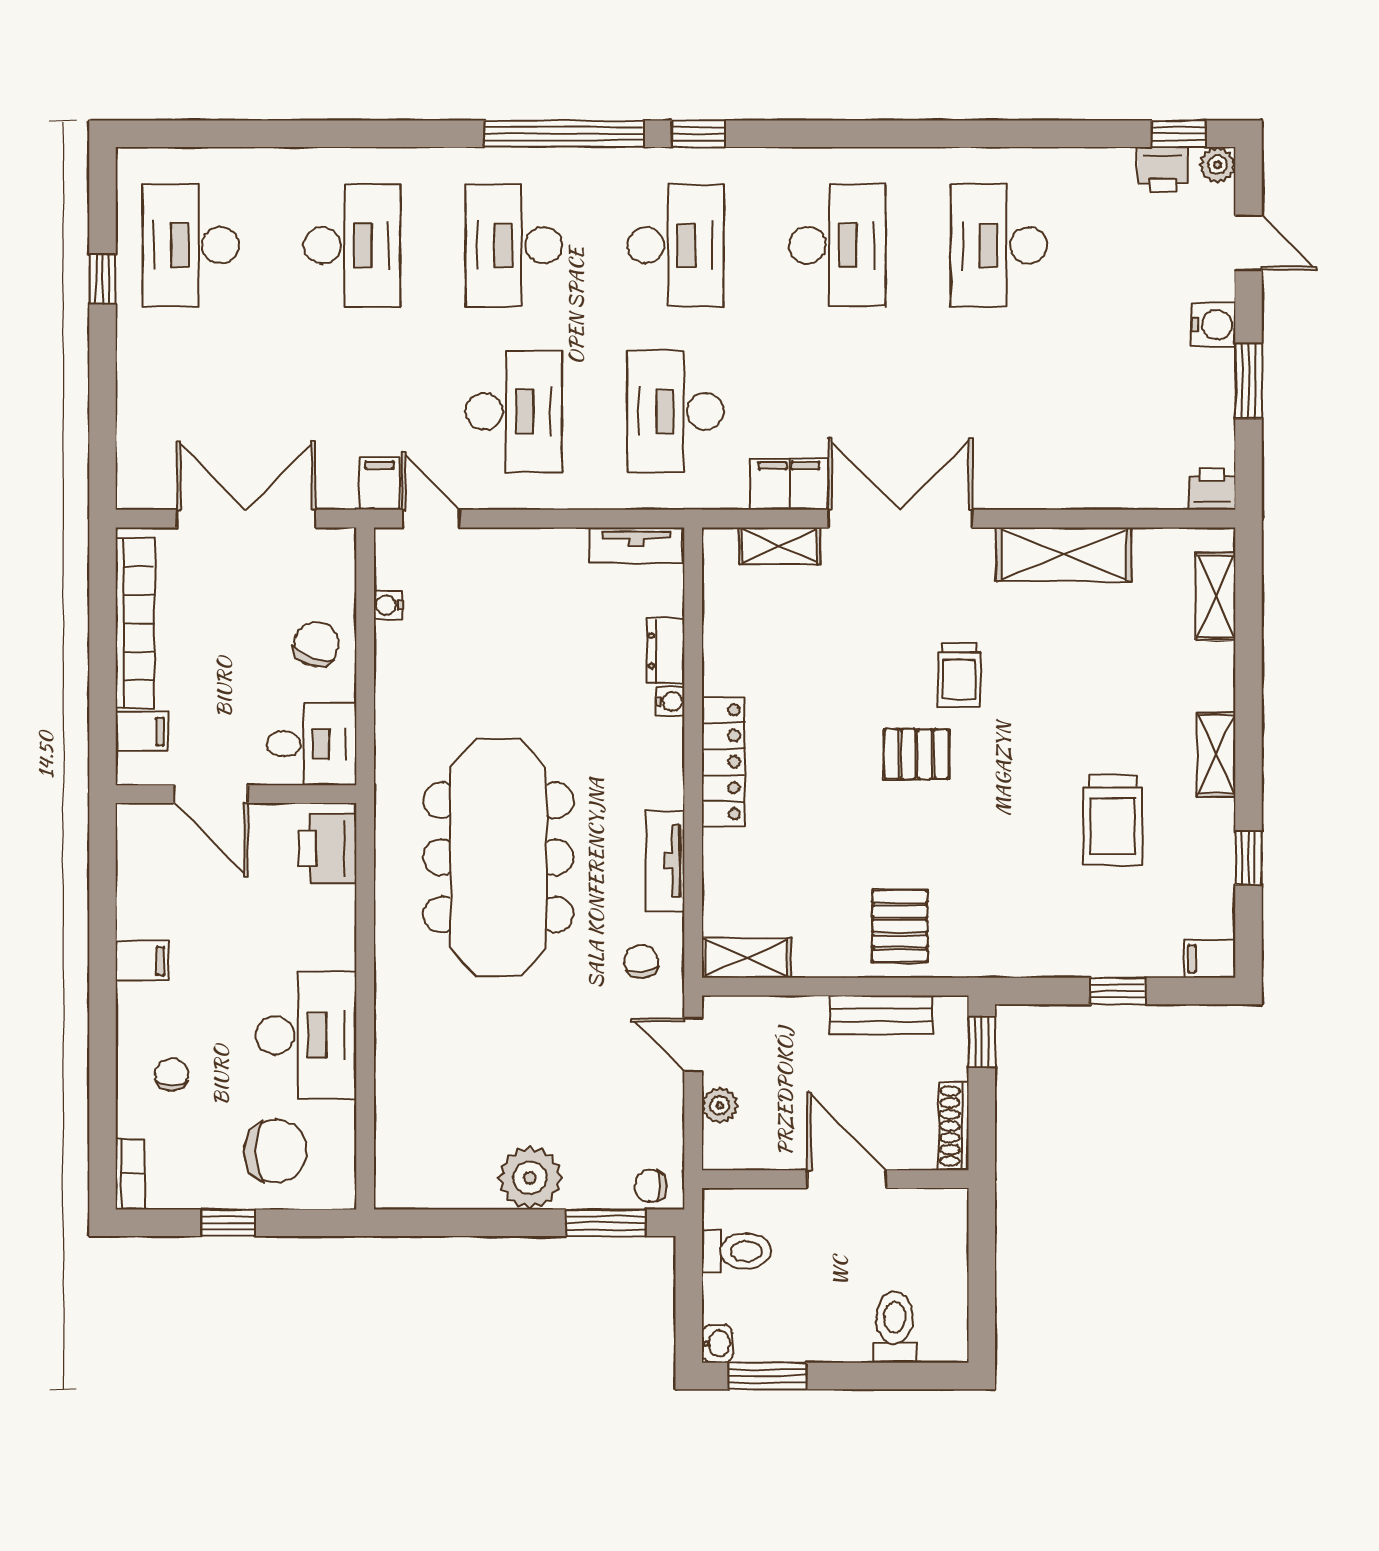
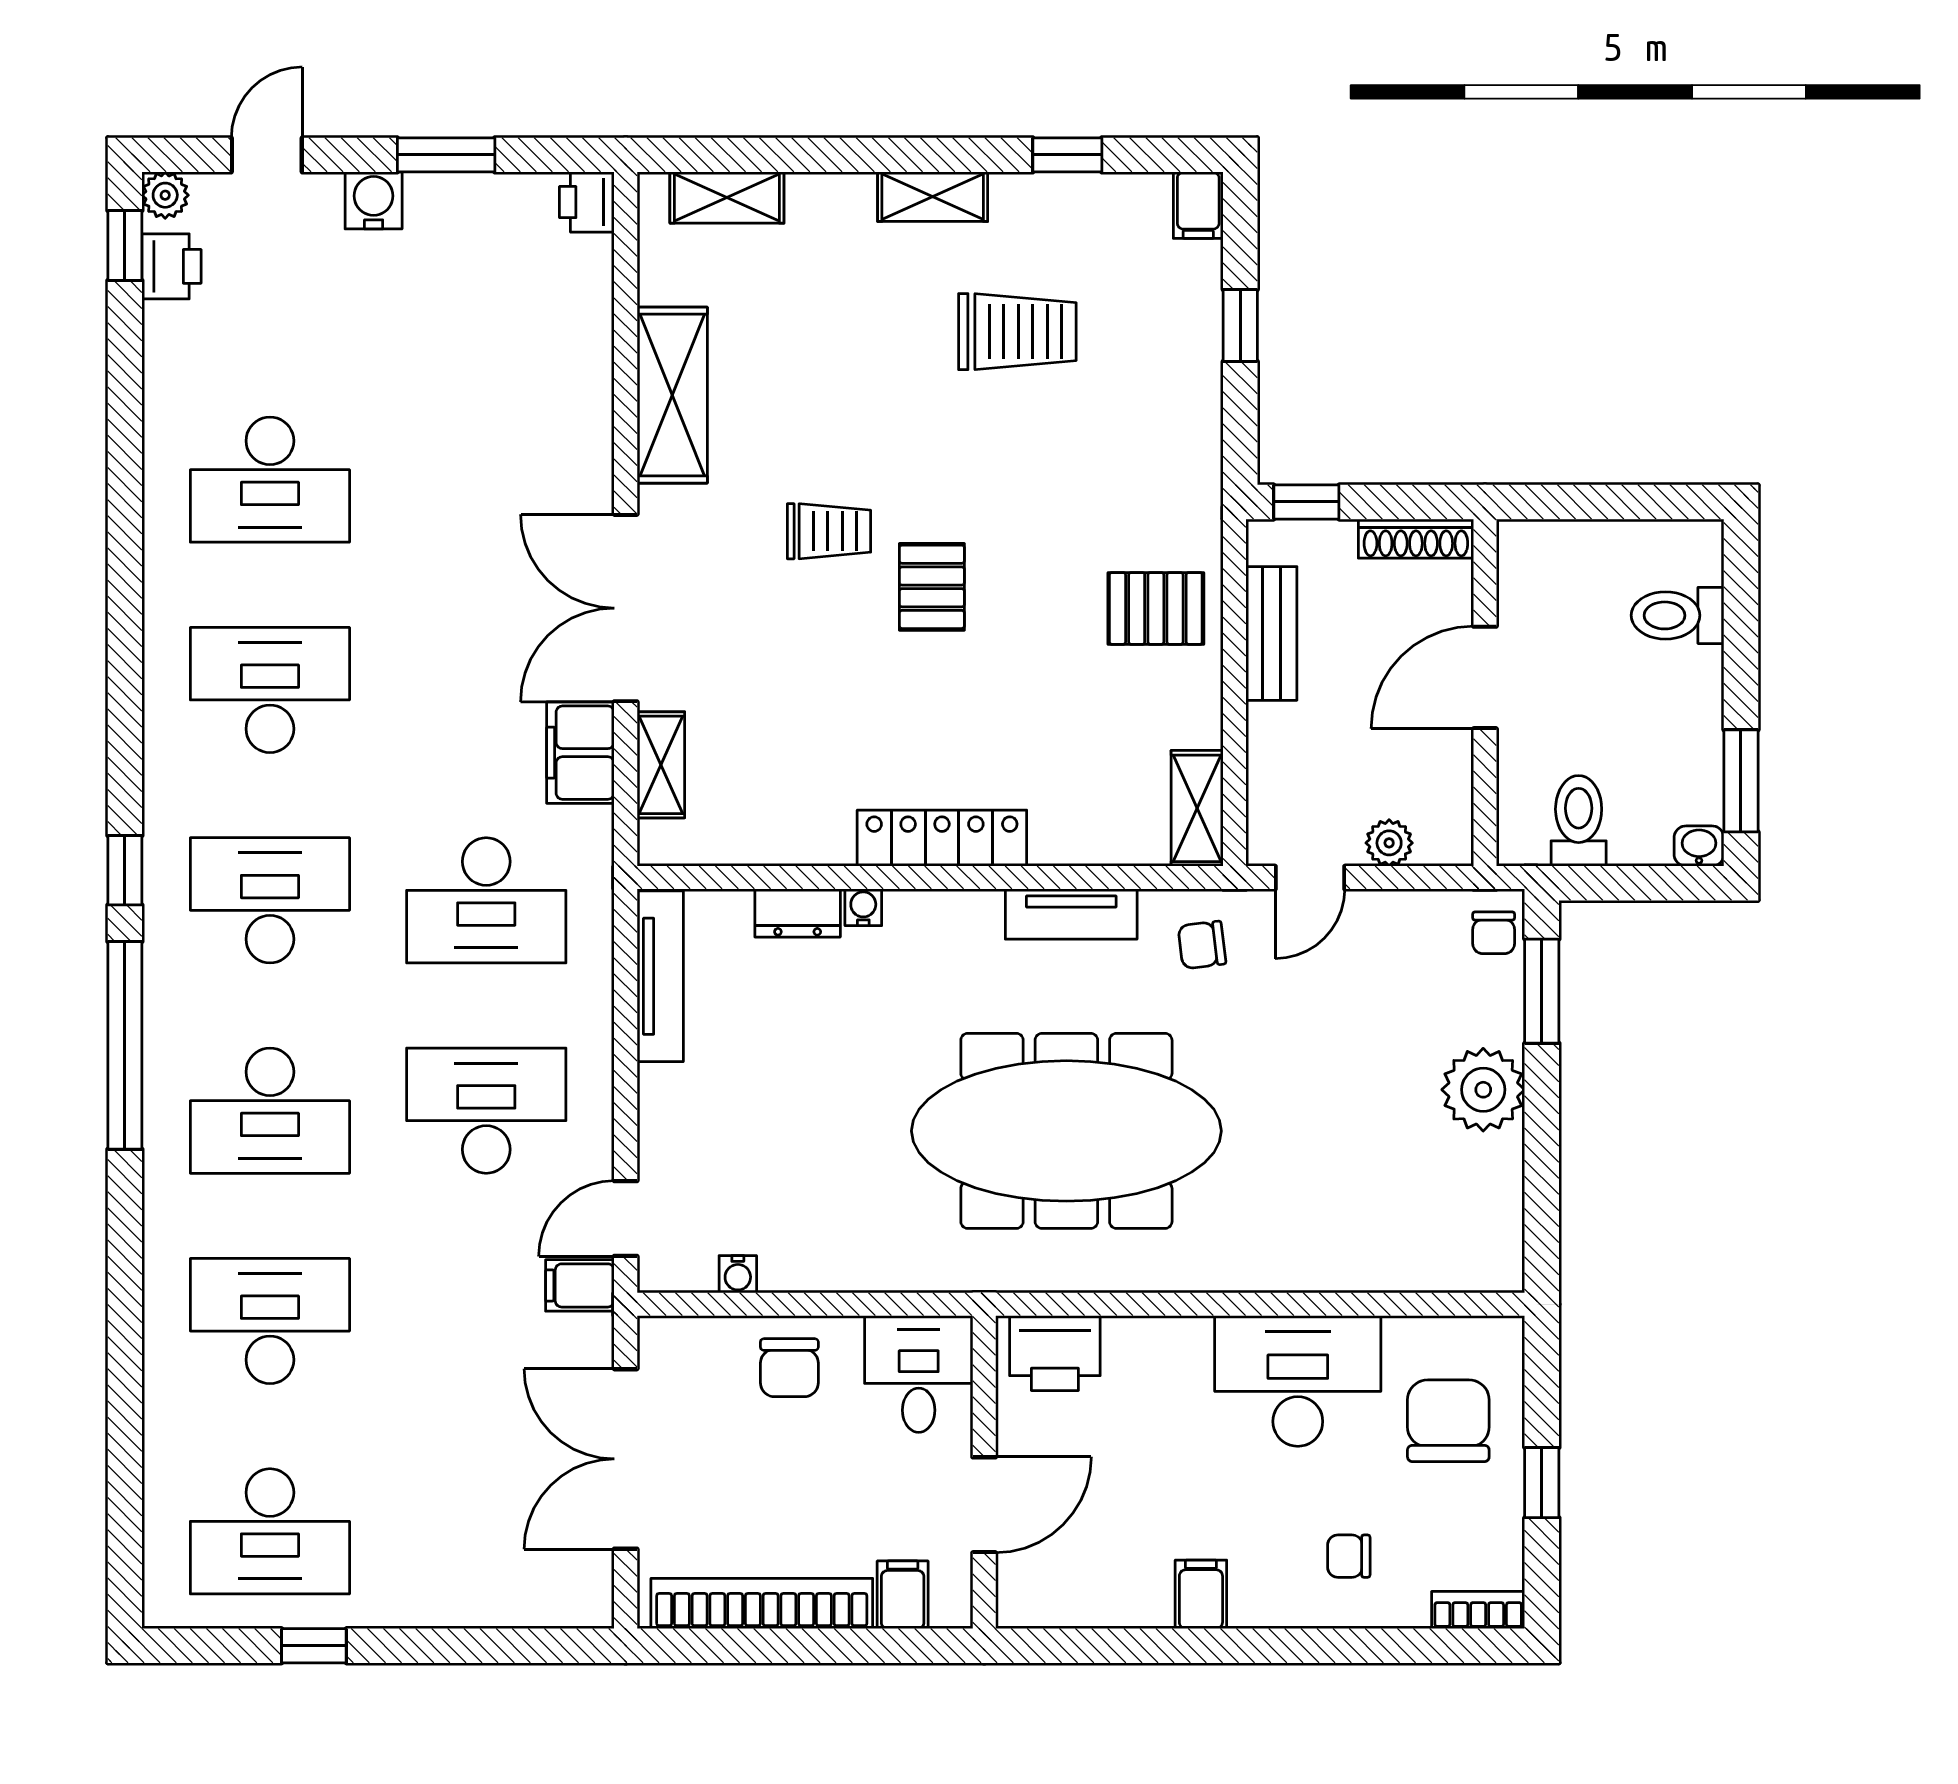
tv unit: (636, 545) -> (660, 976), width x1.41
chair: (316, 644) -> (789, 1368), turned -108

